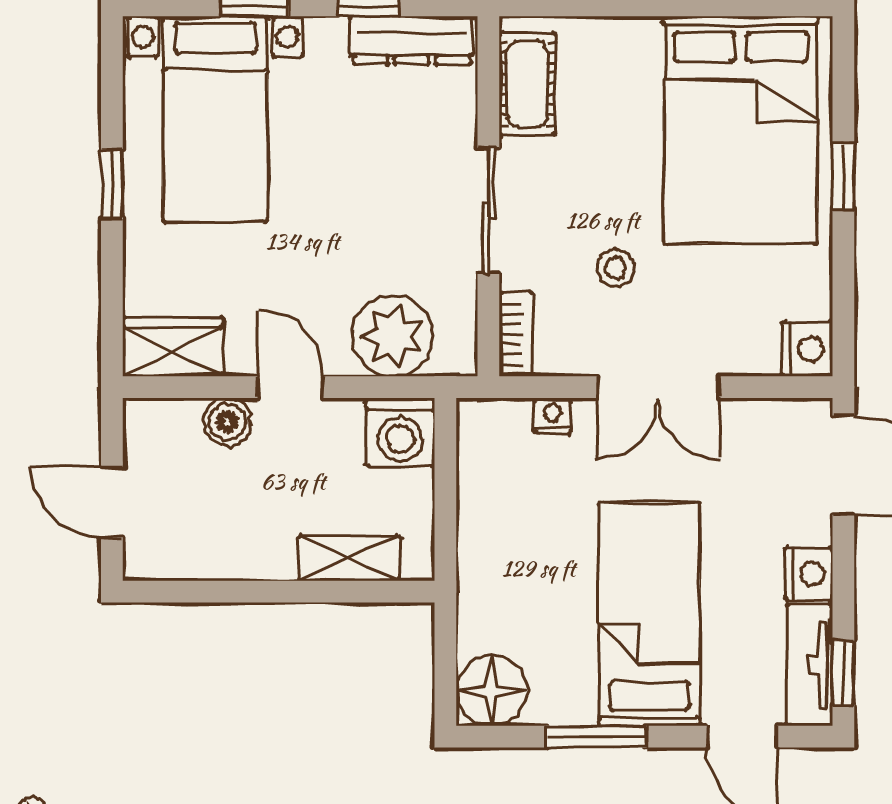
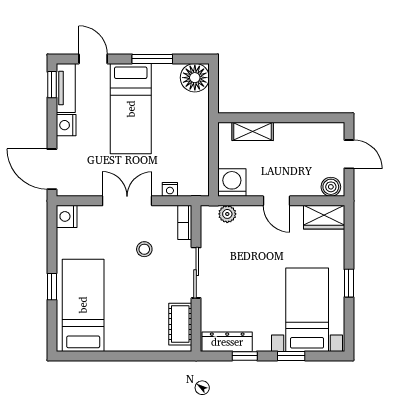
bed: (741, 130) -> (83, 305), width x0.67
plant: (393, 336) -> (227, 214), width x0.53, depth x0.53
boiler: (227, 422) -> (331, 187), moved

